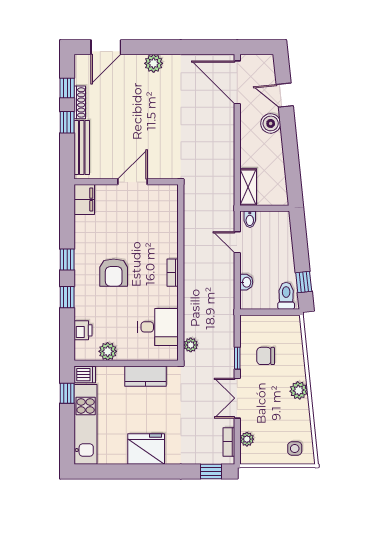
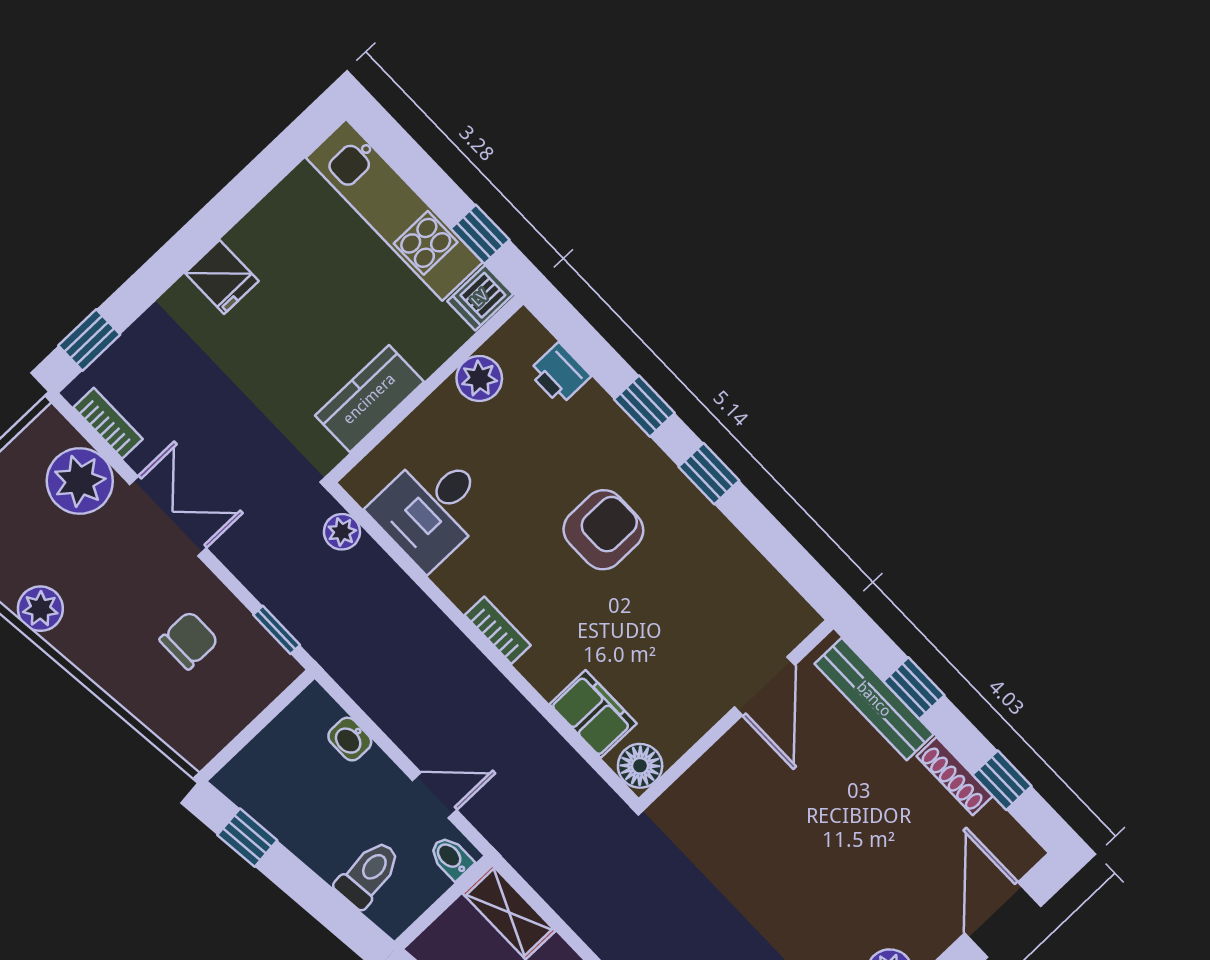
window: (67, 122) -> (914, 688), moved
door: (133, 182) -> (765, 686), moved
floor lamp: (169, 193) -> (640, 766), added
filing cabinet: (84, 199) -> (593, 714), moved, turned 180
armchair: (114, 273) -> (603, 530), turned 90
toilet: (286, 296) -> (368, 874), moved, turned -96
window: (237, 358) -> (277, 630), moved
plant: (299, 390) -> (40, 609), moved
plant: (247, 439) -> (80, 481), width x1.88, depth x1.88
fridge: (146, 449) -> (222, 277), width x0.53, depth x0.75

